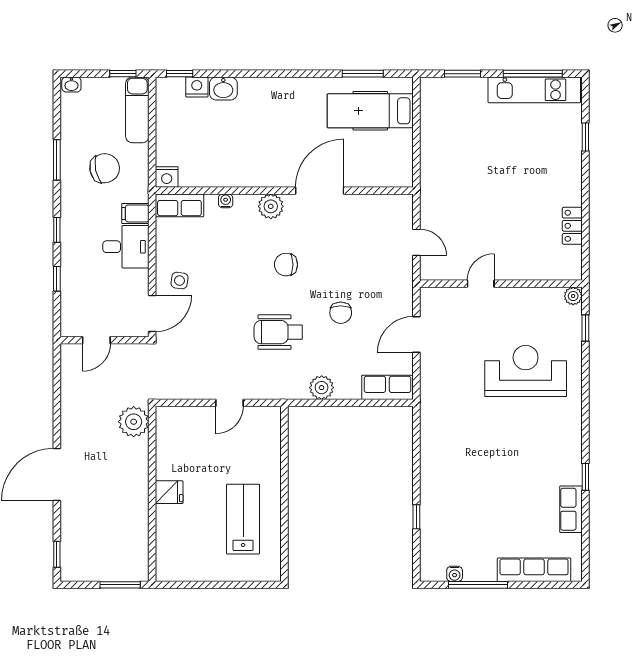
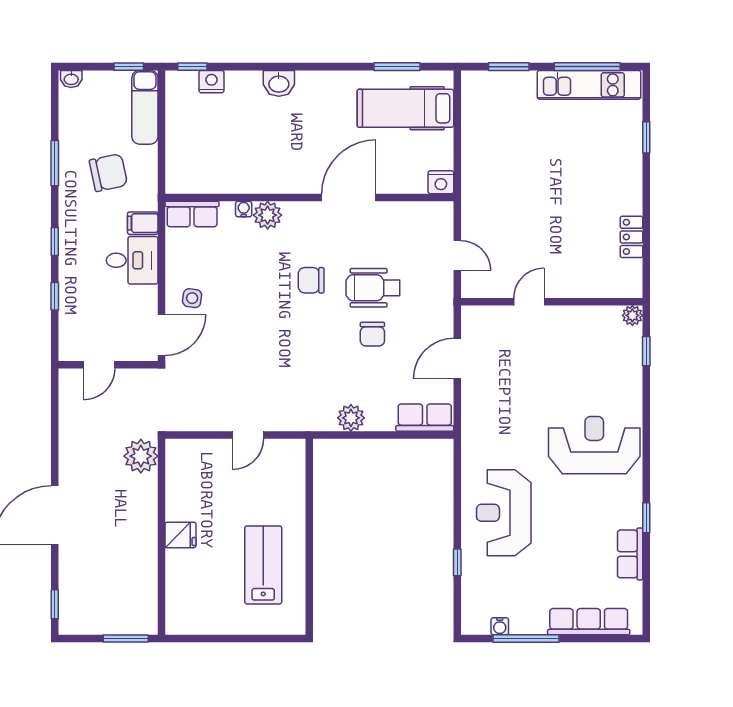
washbasin: (223, 88) -> (279, 83), moved
nightstand: (167, 177) -> (441, 182), moved
plant: (271, 206) -> (268, 215), moved
wheelchair: (278, 332) -> (373, 288), moved
reception desk: (526, 371) -> (594, 445), moved
reception desk: (458, 472) -> (504, 513), added

